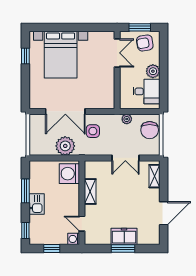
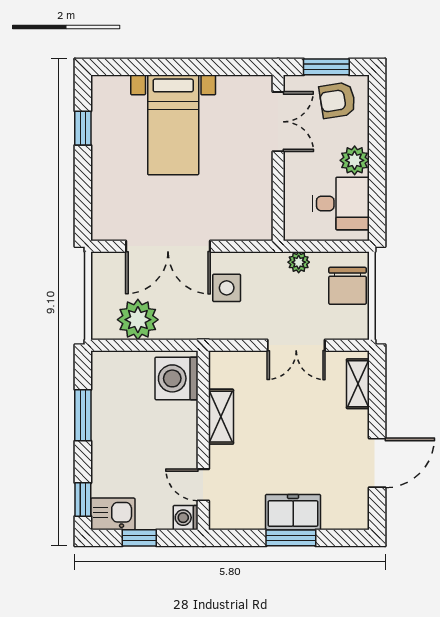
bed with nightstands: (61, 55) -> (173, 125), width x0.73
plant: (65, 146) -> (138, 320), moved
kitchen sink: (37, 204) -> (113, 514), moved, turned -90

